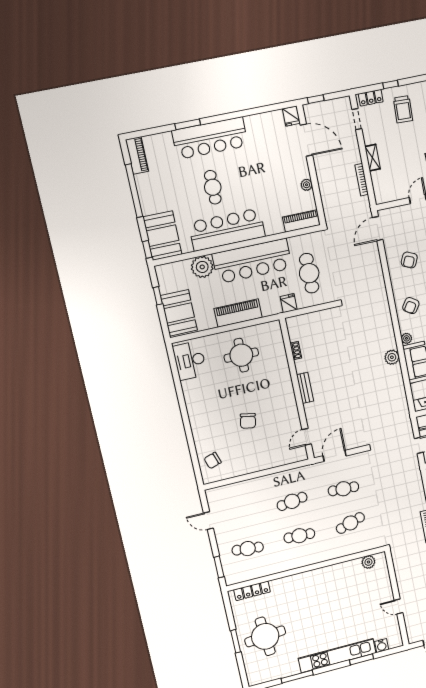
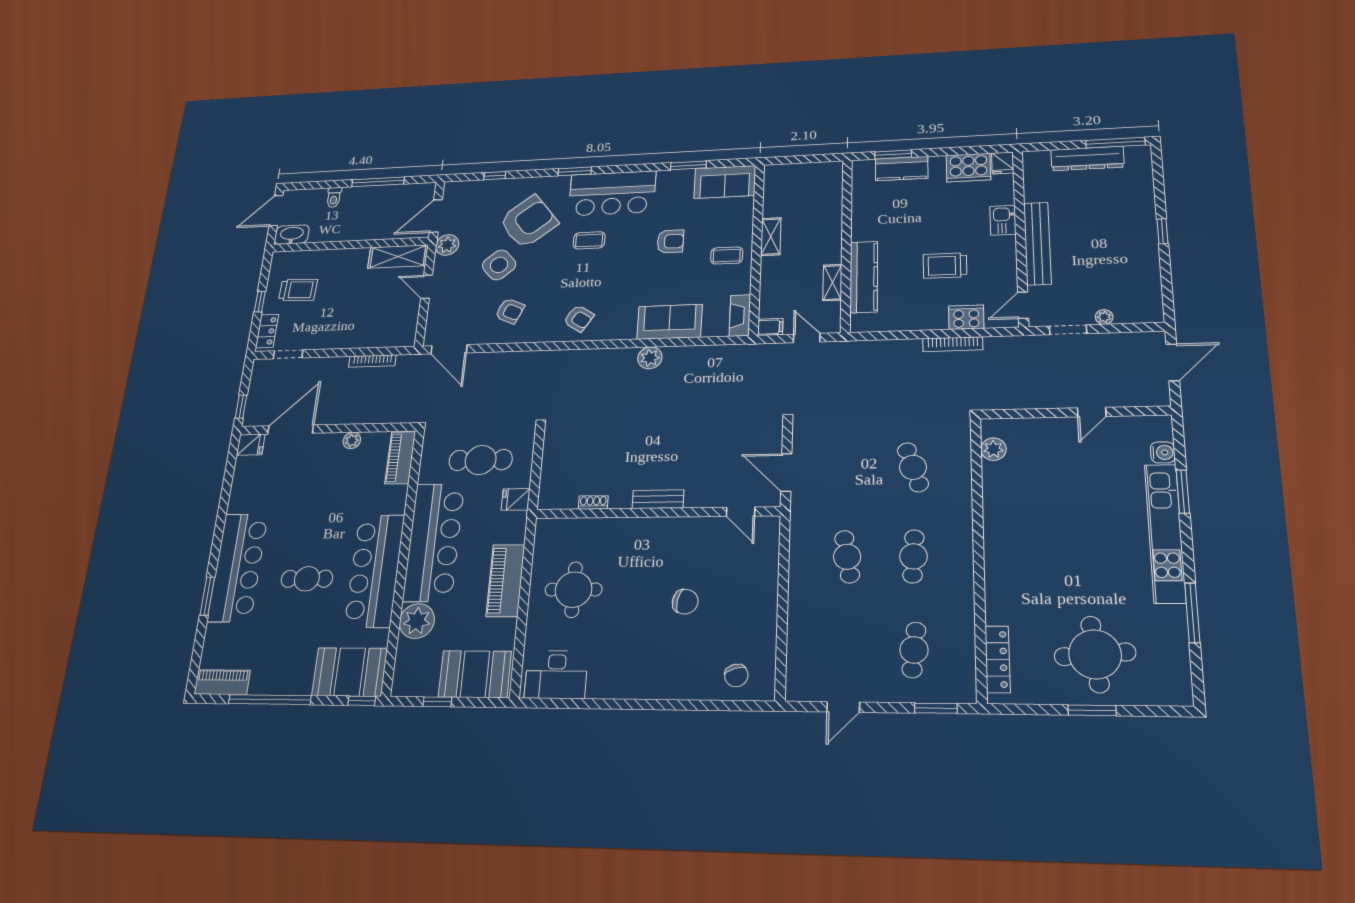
shelving: (373, 158) -> (348, 341), removed
plant: (407, 338) -> (627, 332), removed
cafe table: (343, 489) -> (848, 468), removed

